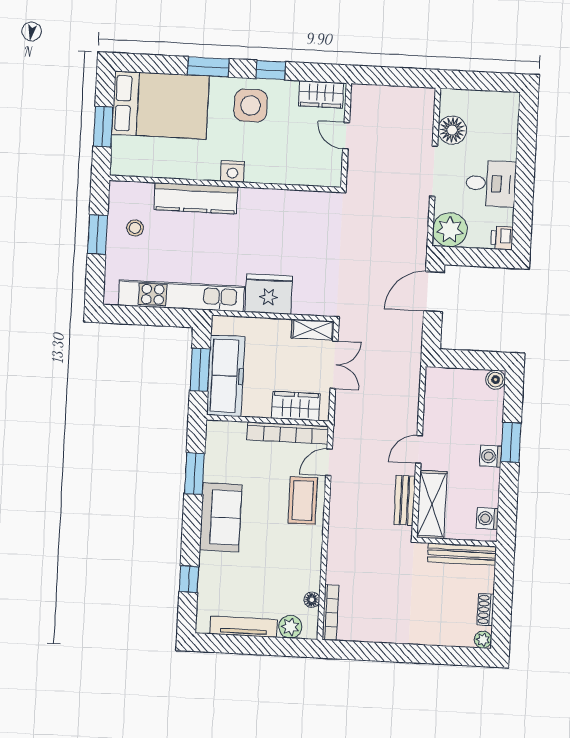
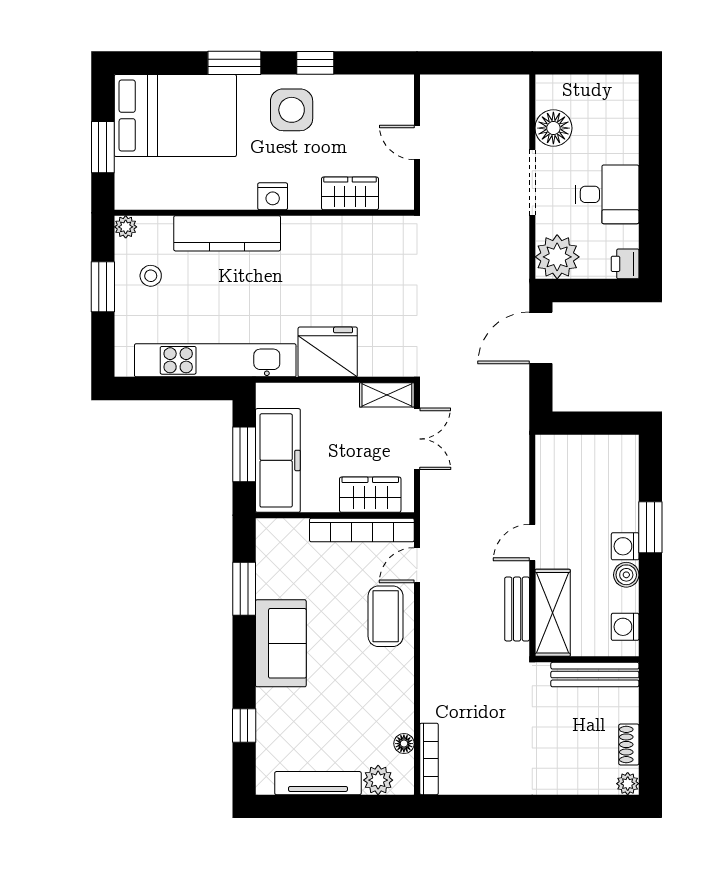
wardrobe: (321, 94) -> (350, 193), moved, turned 180
plant: (118, 189) -> (126, 227), added
boiler: (496, 380) -> (626, 575), moved

